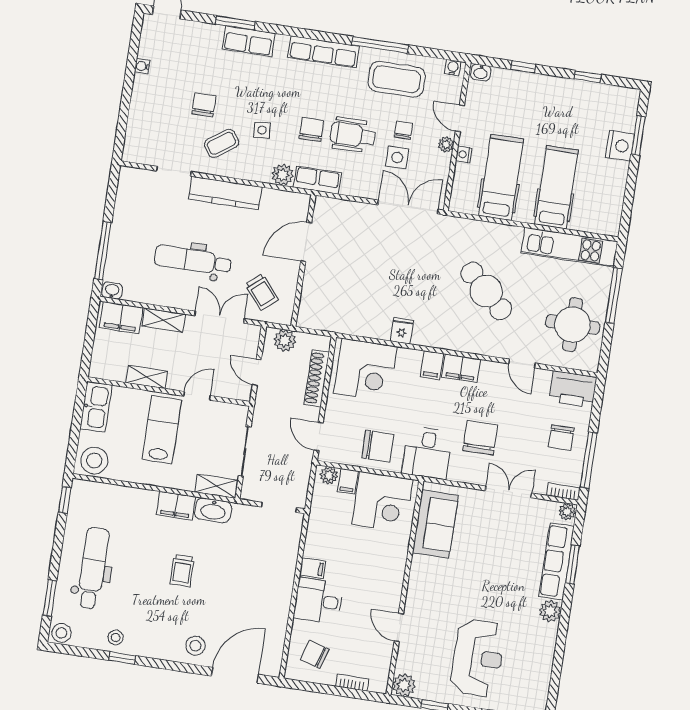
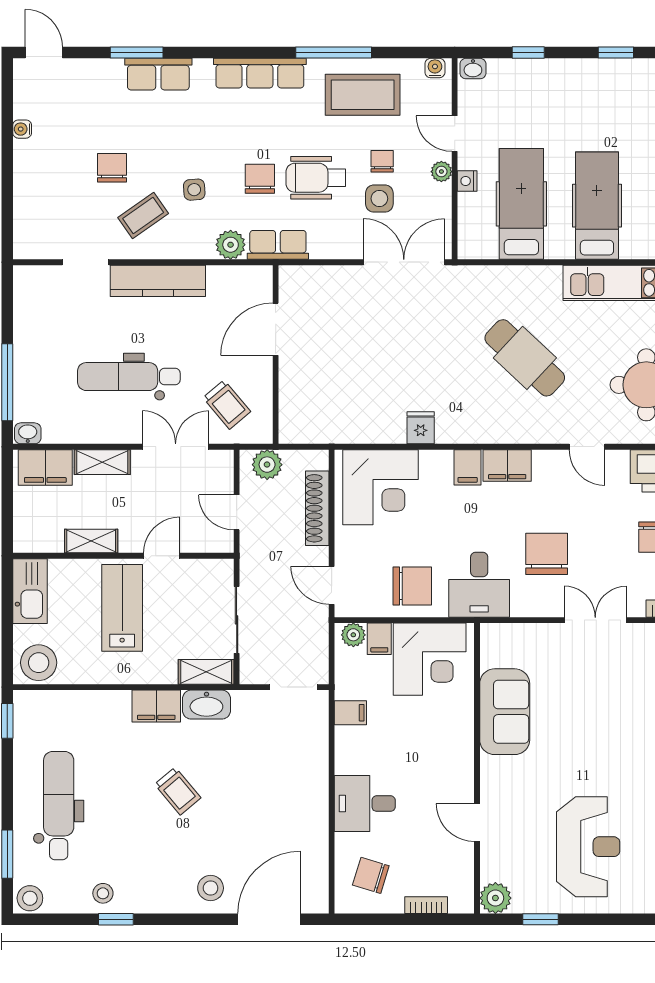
sofa: (435, 524) -> (505, 712), moved
filing cabinet: (313, 568) -> (350, 713), moved
trolley: (182, 571) -> (178, 791), turned -40

